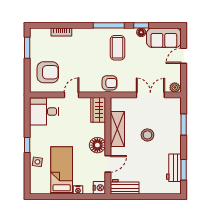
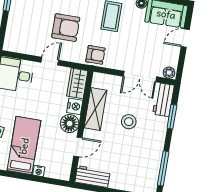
armchair: (48, 72) -> (66, 28), moved
double door: (150, 95) -> (140, 76), swing flipped
workbench: (174, 168) -> (163, 100), moved
window: (184, 170) -> (163, 168), width x1.44
nightstand: (99, 188) -> (75, 106), moved

